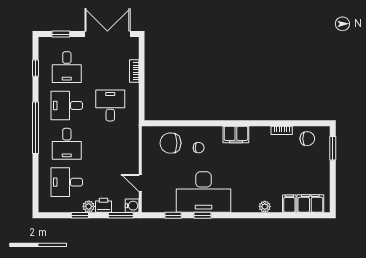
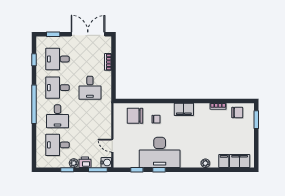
desk: (67, 67) -> (58, 59), turned 90
desk: (110, 105) -> (90, 88), turned 180

